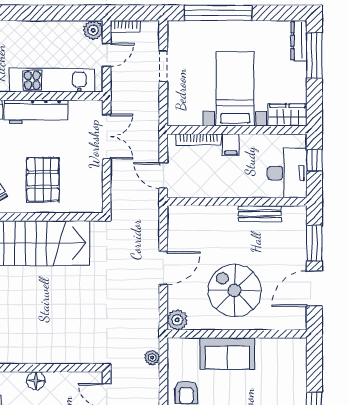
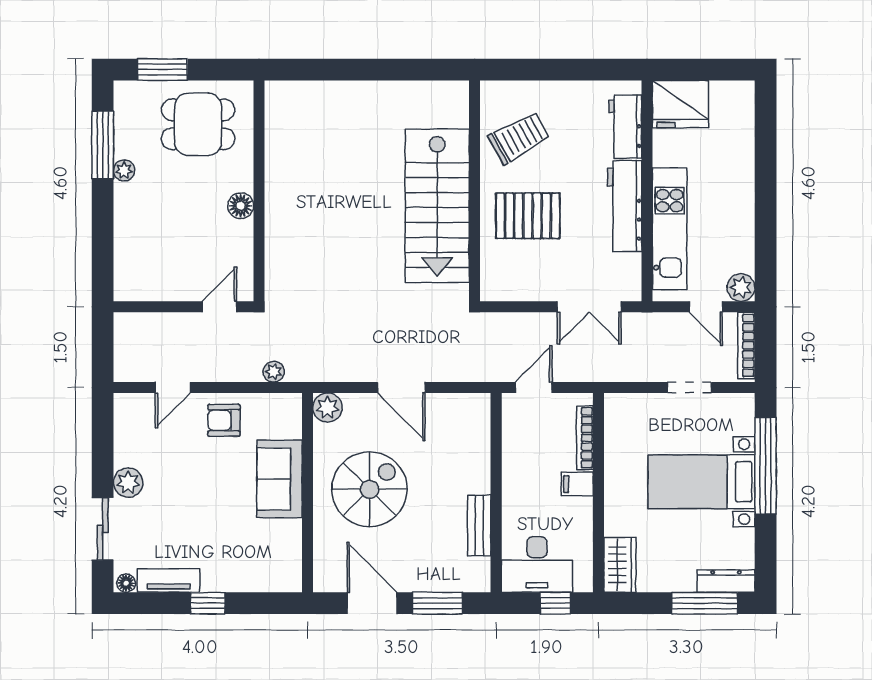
bookcase: (125, 26) -> (746, 345), width x1.56
bed with nightstands: (235, 89) -> (701, 482), moved, turned 180

